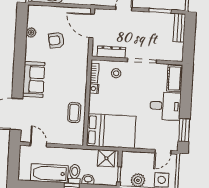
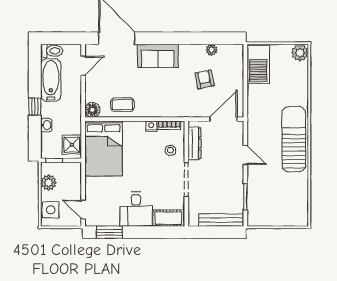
bench: (179, 28) -> (221, 220), width x1.36
floor lamp: (77, 139) -> (92, 110), added
toilet: (75, 174) -> (52, 51), moved

